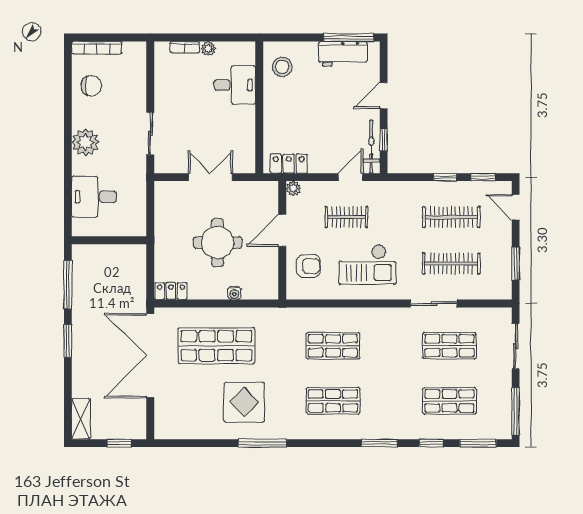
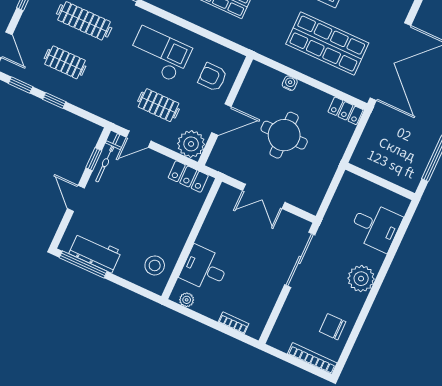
plant: (208, 49) -> (187, 300), moved
door: (384, 96) -> (76, 198), swing flipped
sliding door: (150, 134) -> (300, 260), width x1.37
plant: (293, 188) -> (191, 144), width x1.88, depth x1.88
clothes rail: (451, 217) -> (65, 62), width x0.73

